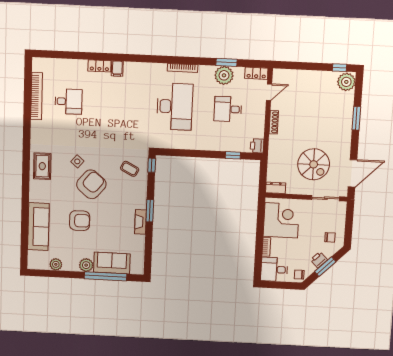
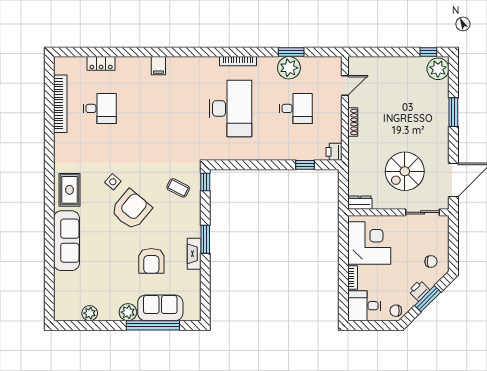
locker: (99, 66) -> (101, 63), moved
locker: (256, 73) -> (328, 63), removed
desk: (228, 109) -> (296, 108), turned 180
spiral stairs: (314, 164) -> (405, 171), turned 90
armchair: (80, 221) -> (151, 261), moved, turned 90
sofa: (38, 227) -> (67, 241), moved

